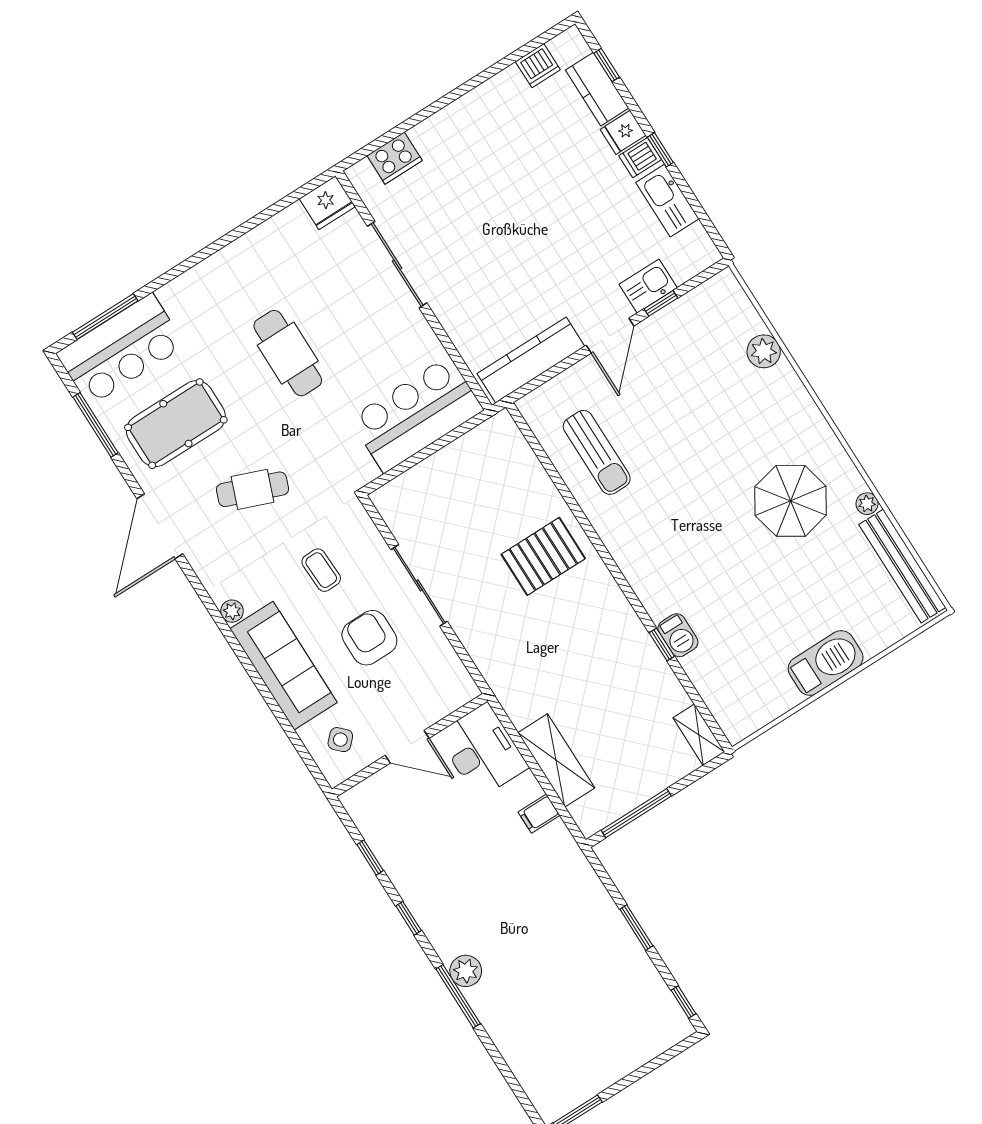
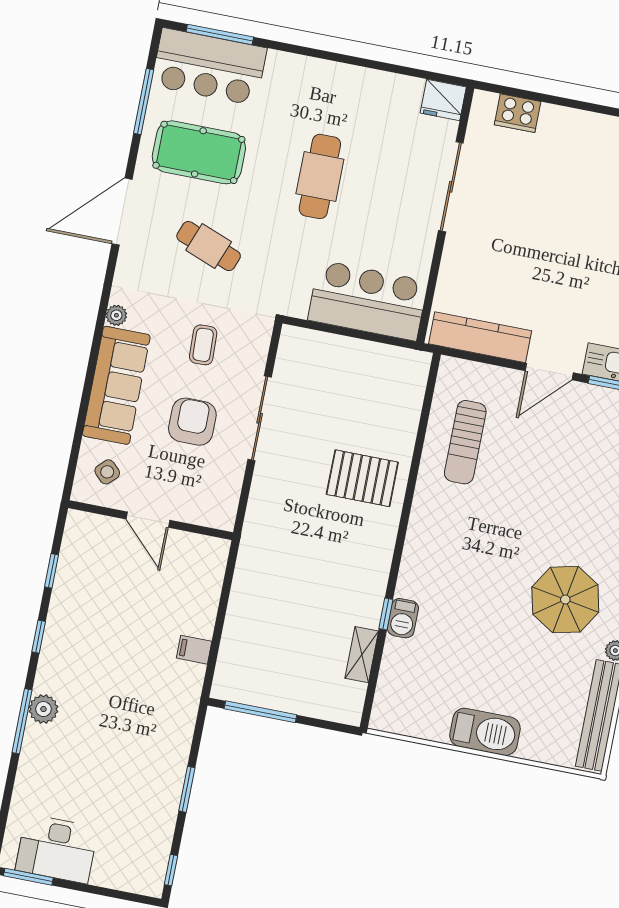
shelving: (699, 735) -> (362, 655), moved
desk: (482, 751) -> (57, 849), moved, turned 90
shelving: (556, 760) -> (240, 625), removed

